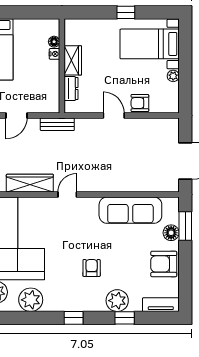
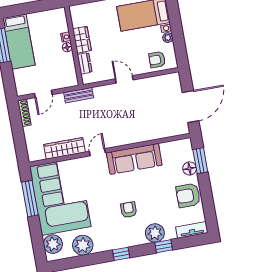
floor lamp: (54, 42) -> (67, 47), moved
armchair: (140, 103) -> (157, 60), moved
sofa: (130, 210) -> (134, 159), moved

